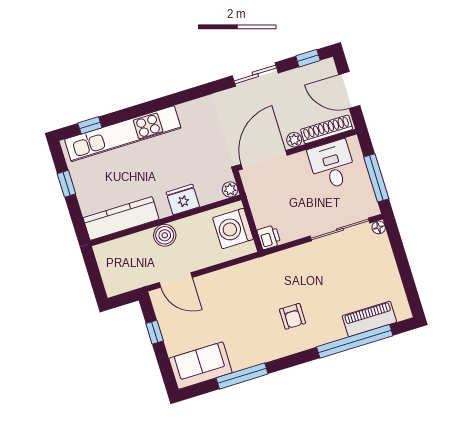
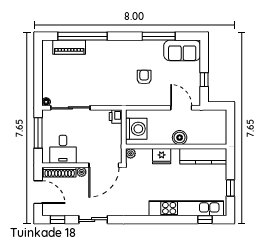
armchair: (293, 316) -> (144, 77), moved

